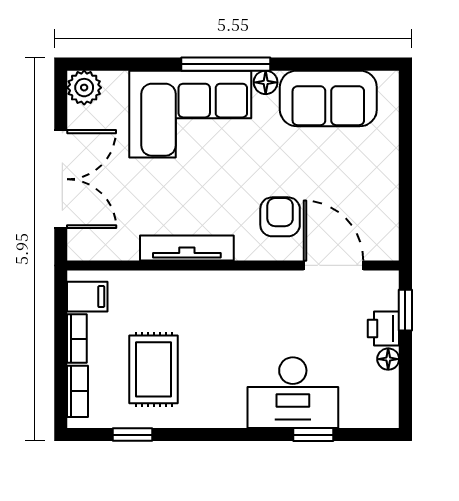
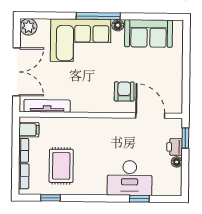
tv unit: (187, 248) -> (47, 106), moved

